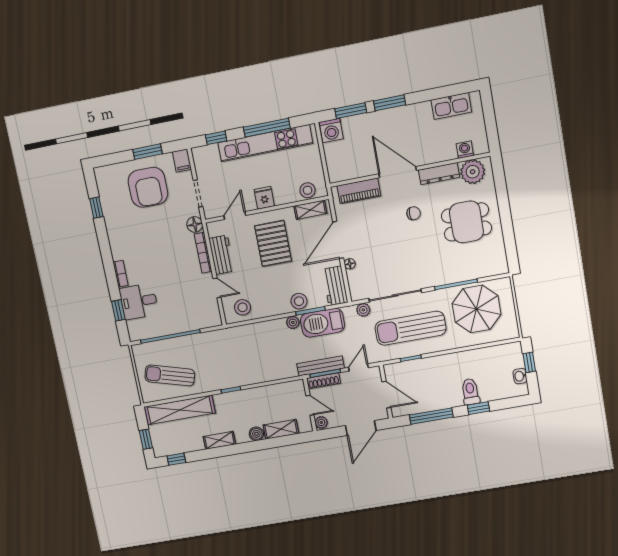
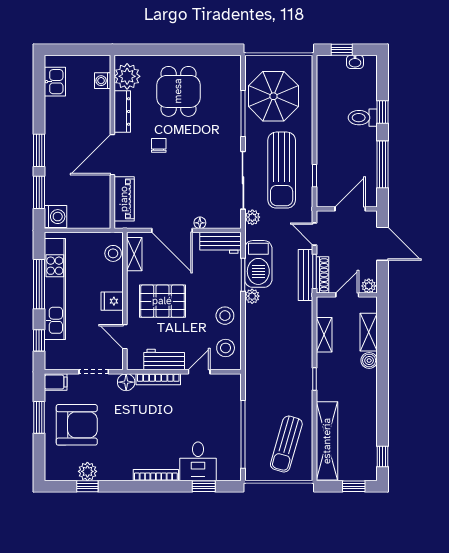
kitchen sink: (451, 106) -> (55, 82), width x0.73
plant: (109, 205) -> (87, 471), added
bookcase: (120, 274) -> (156, 475), width x1.56
stool: (299, 301) -> (225, 316), moved
shelving: (219, 440) -> (324, 335), moved

